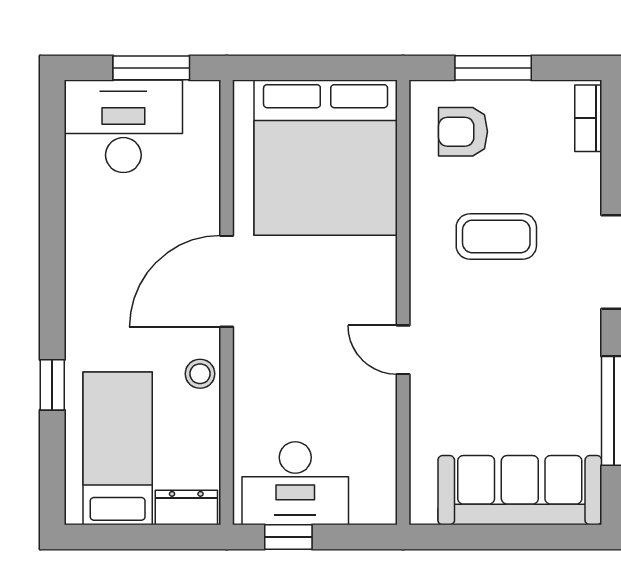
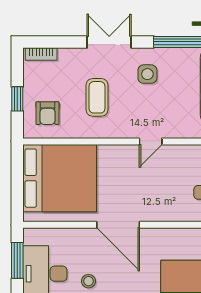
window: (493, 68) -> (17, 99), width x0.67
side table: (546, 343) -> (147, 74), added
stool: (200, 374) -> (89, 281), moved

